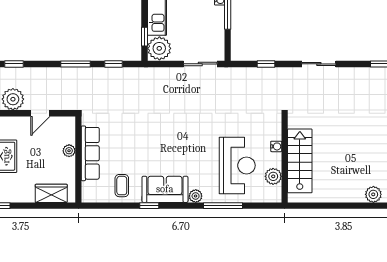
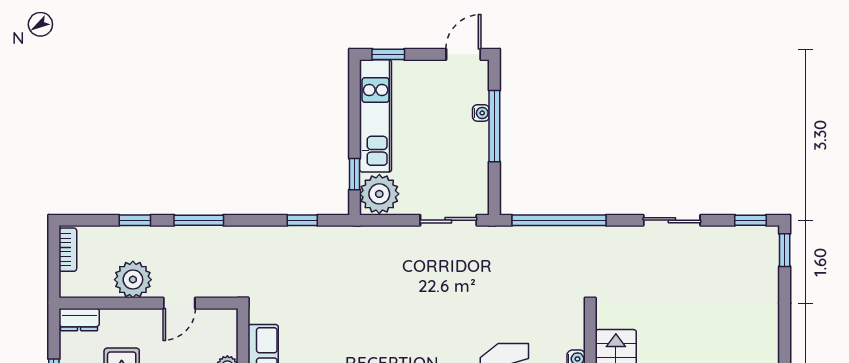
window: (76, 64) -> (199, 220), moved
window: (266, 64) -> (559, 220), width x3.17
sliding door: (319, 64) -> (672, 220), moved

